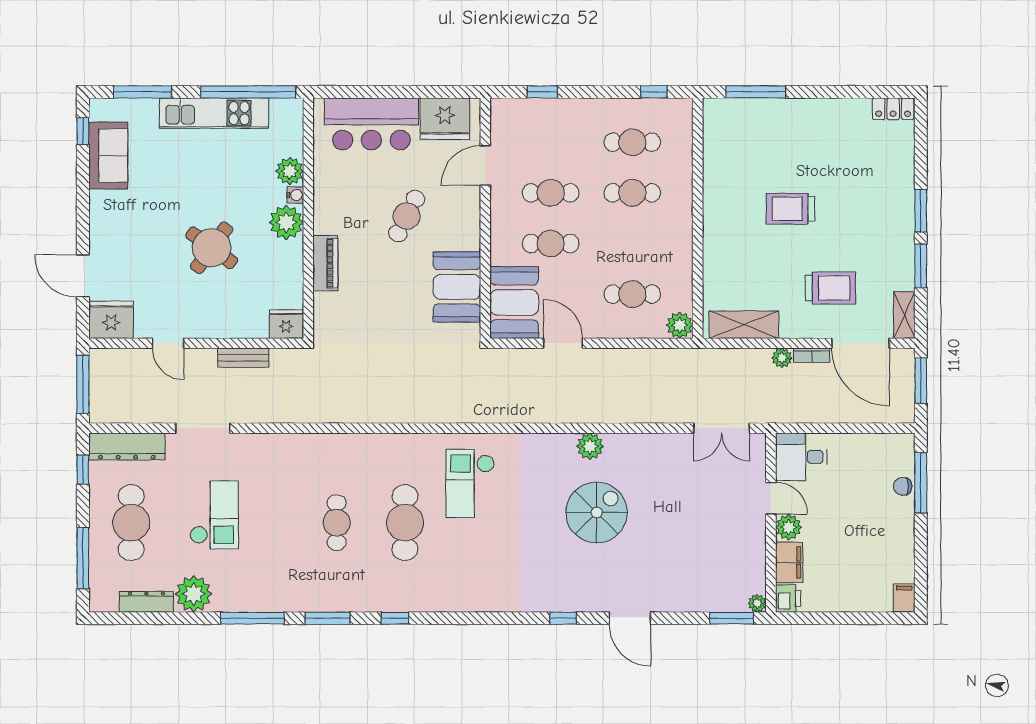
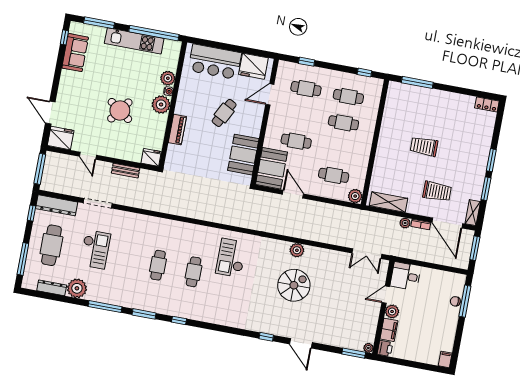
cafe table: (551, 193) -> (306, 89), moved
door: (771, 498) -> (386, 295), swing flipped
cafe table: (405, 523) -> (194, 272), width x0.73, depth x0.74

